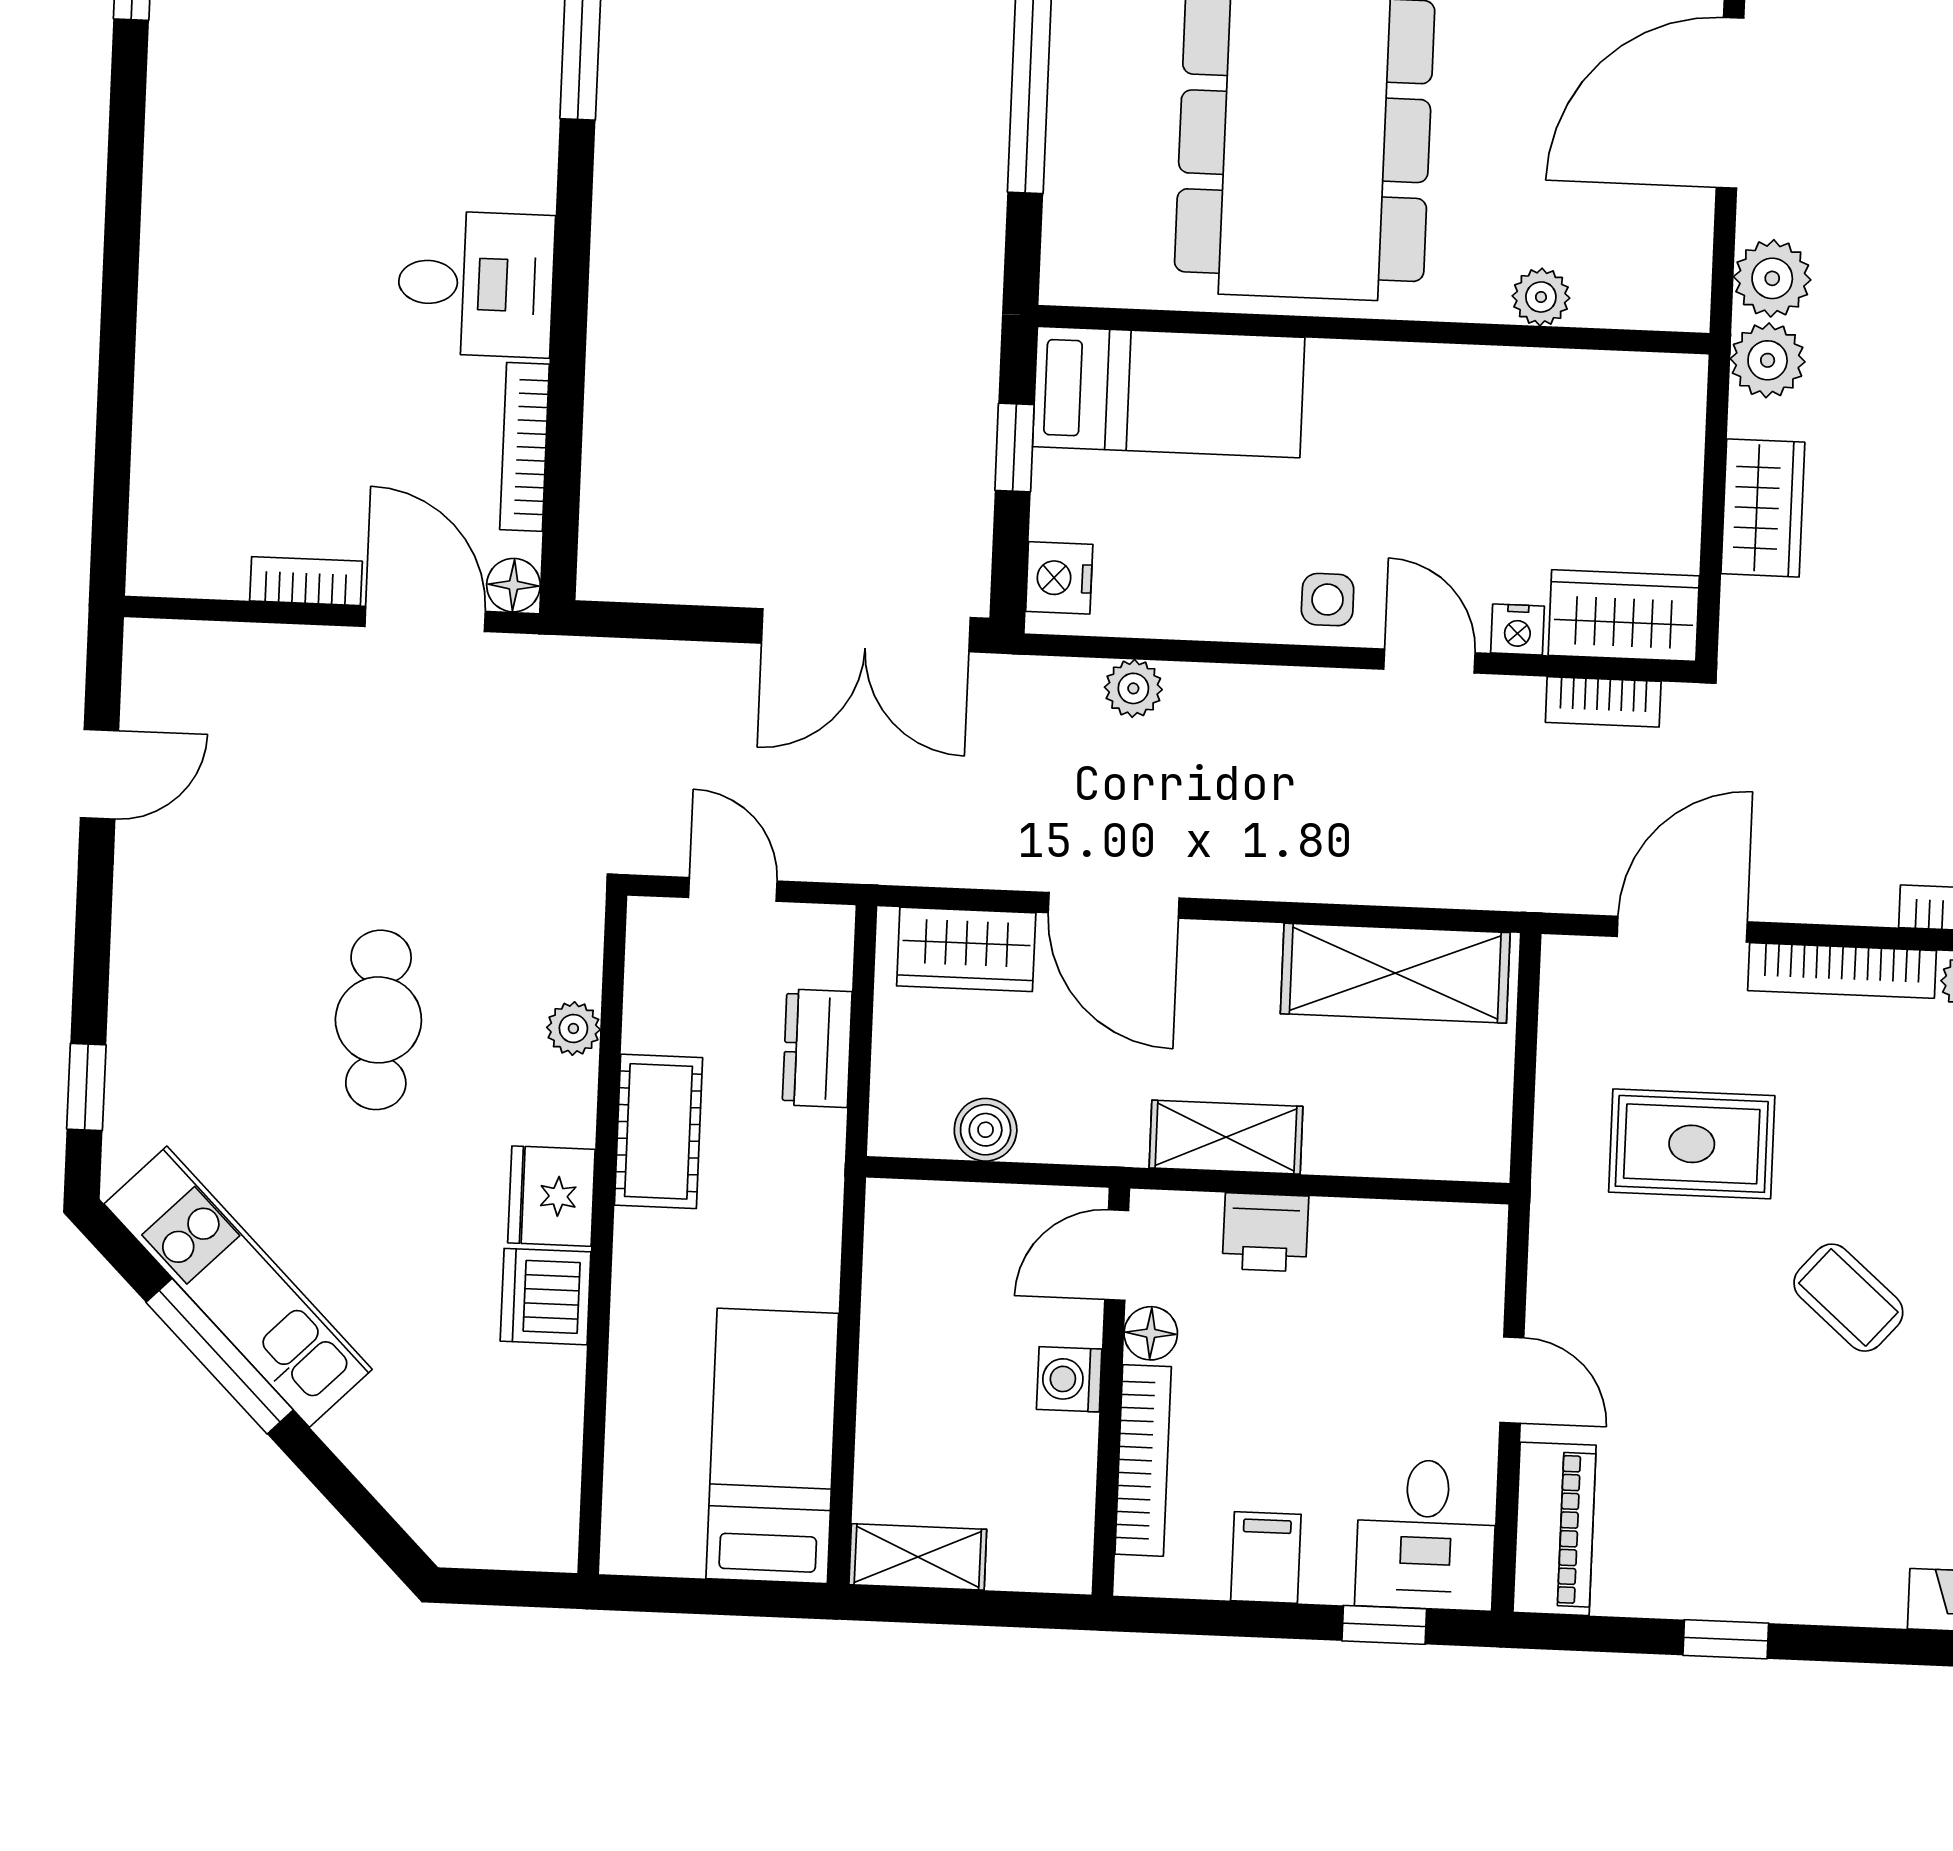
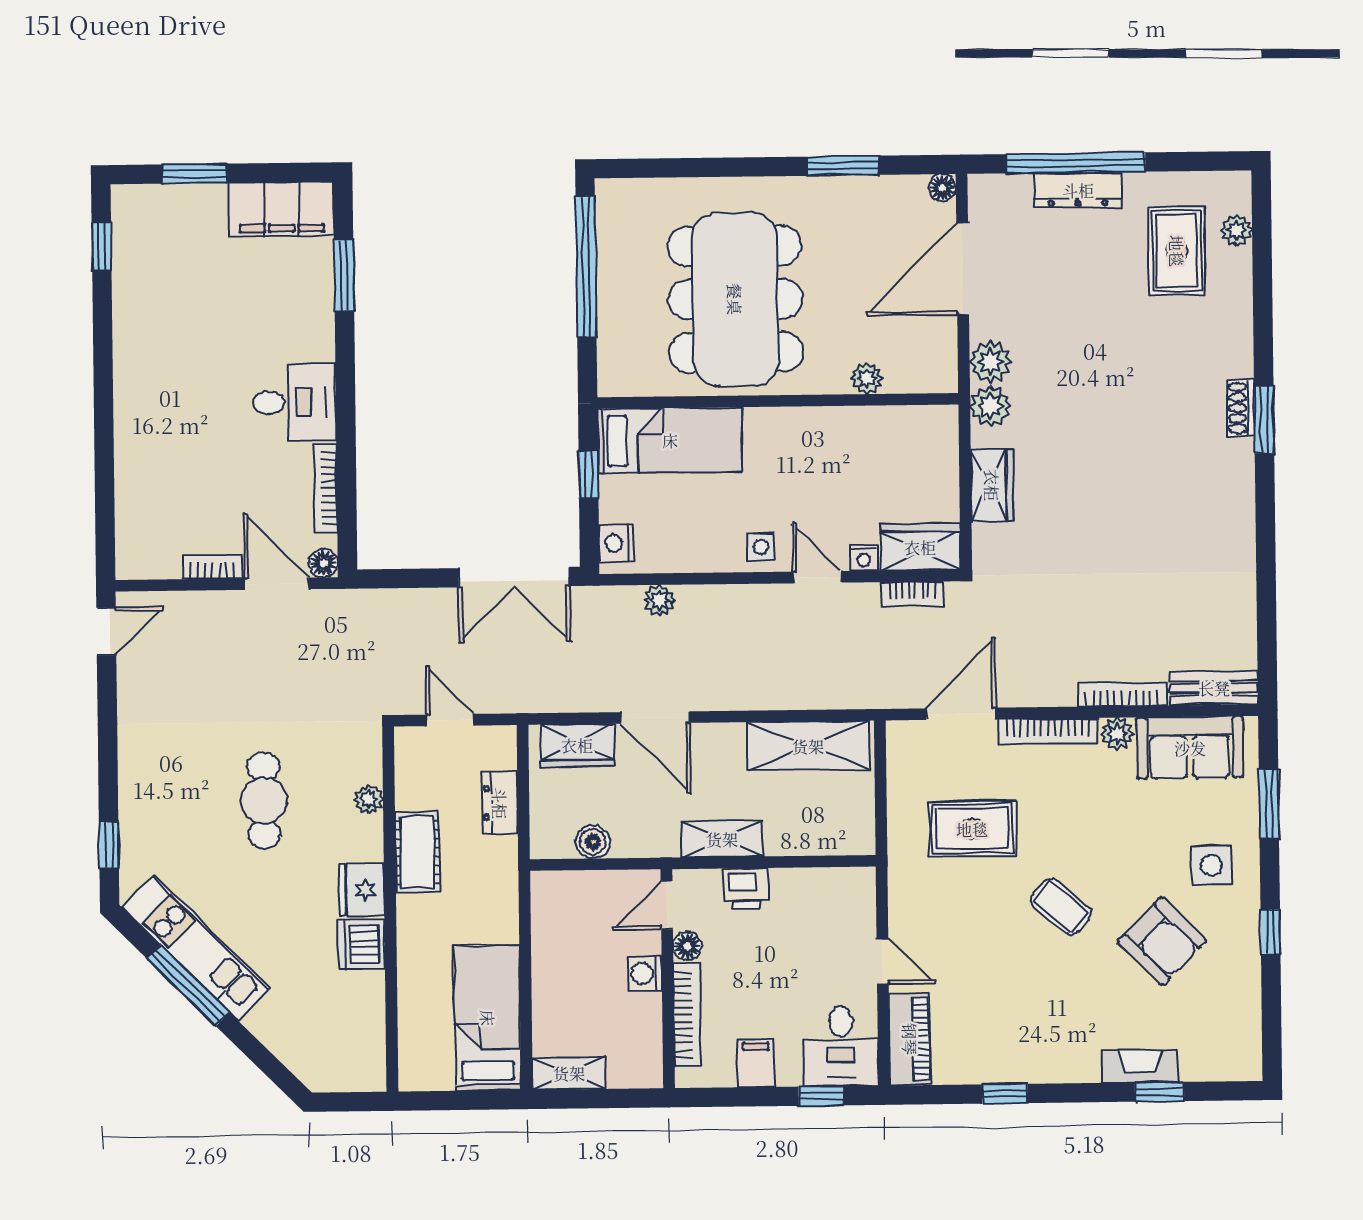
door: (100, 774) -> (106, 631), moved

